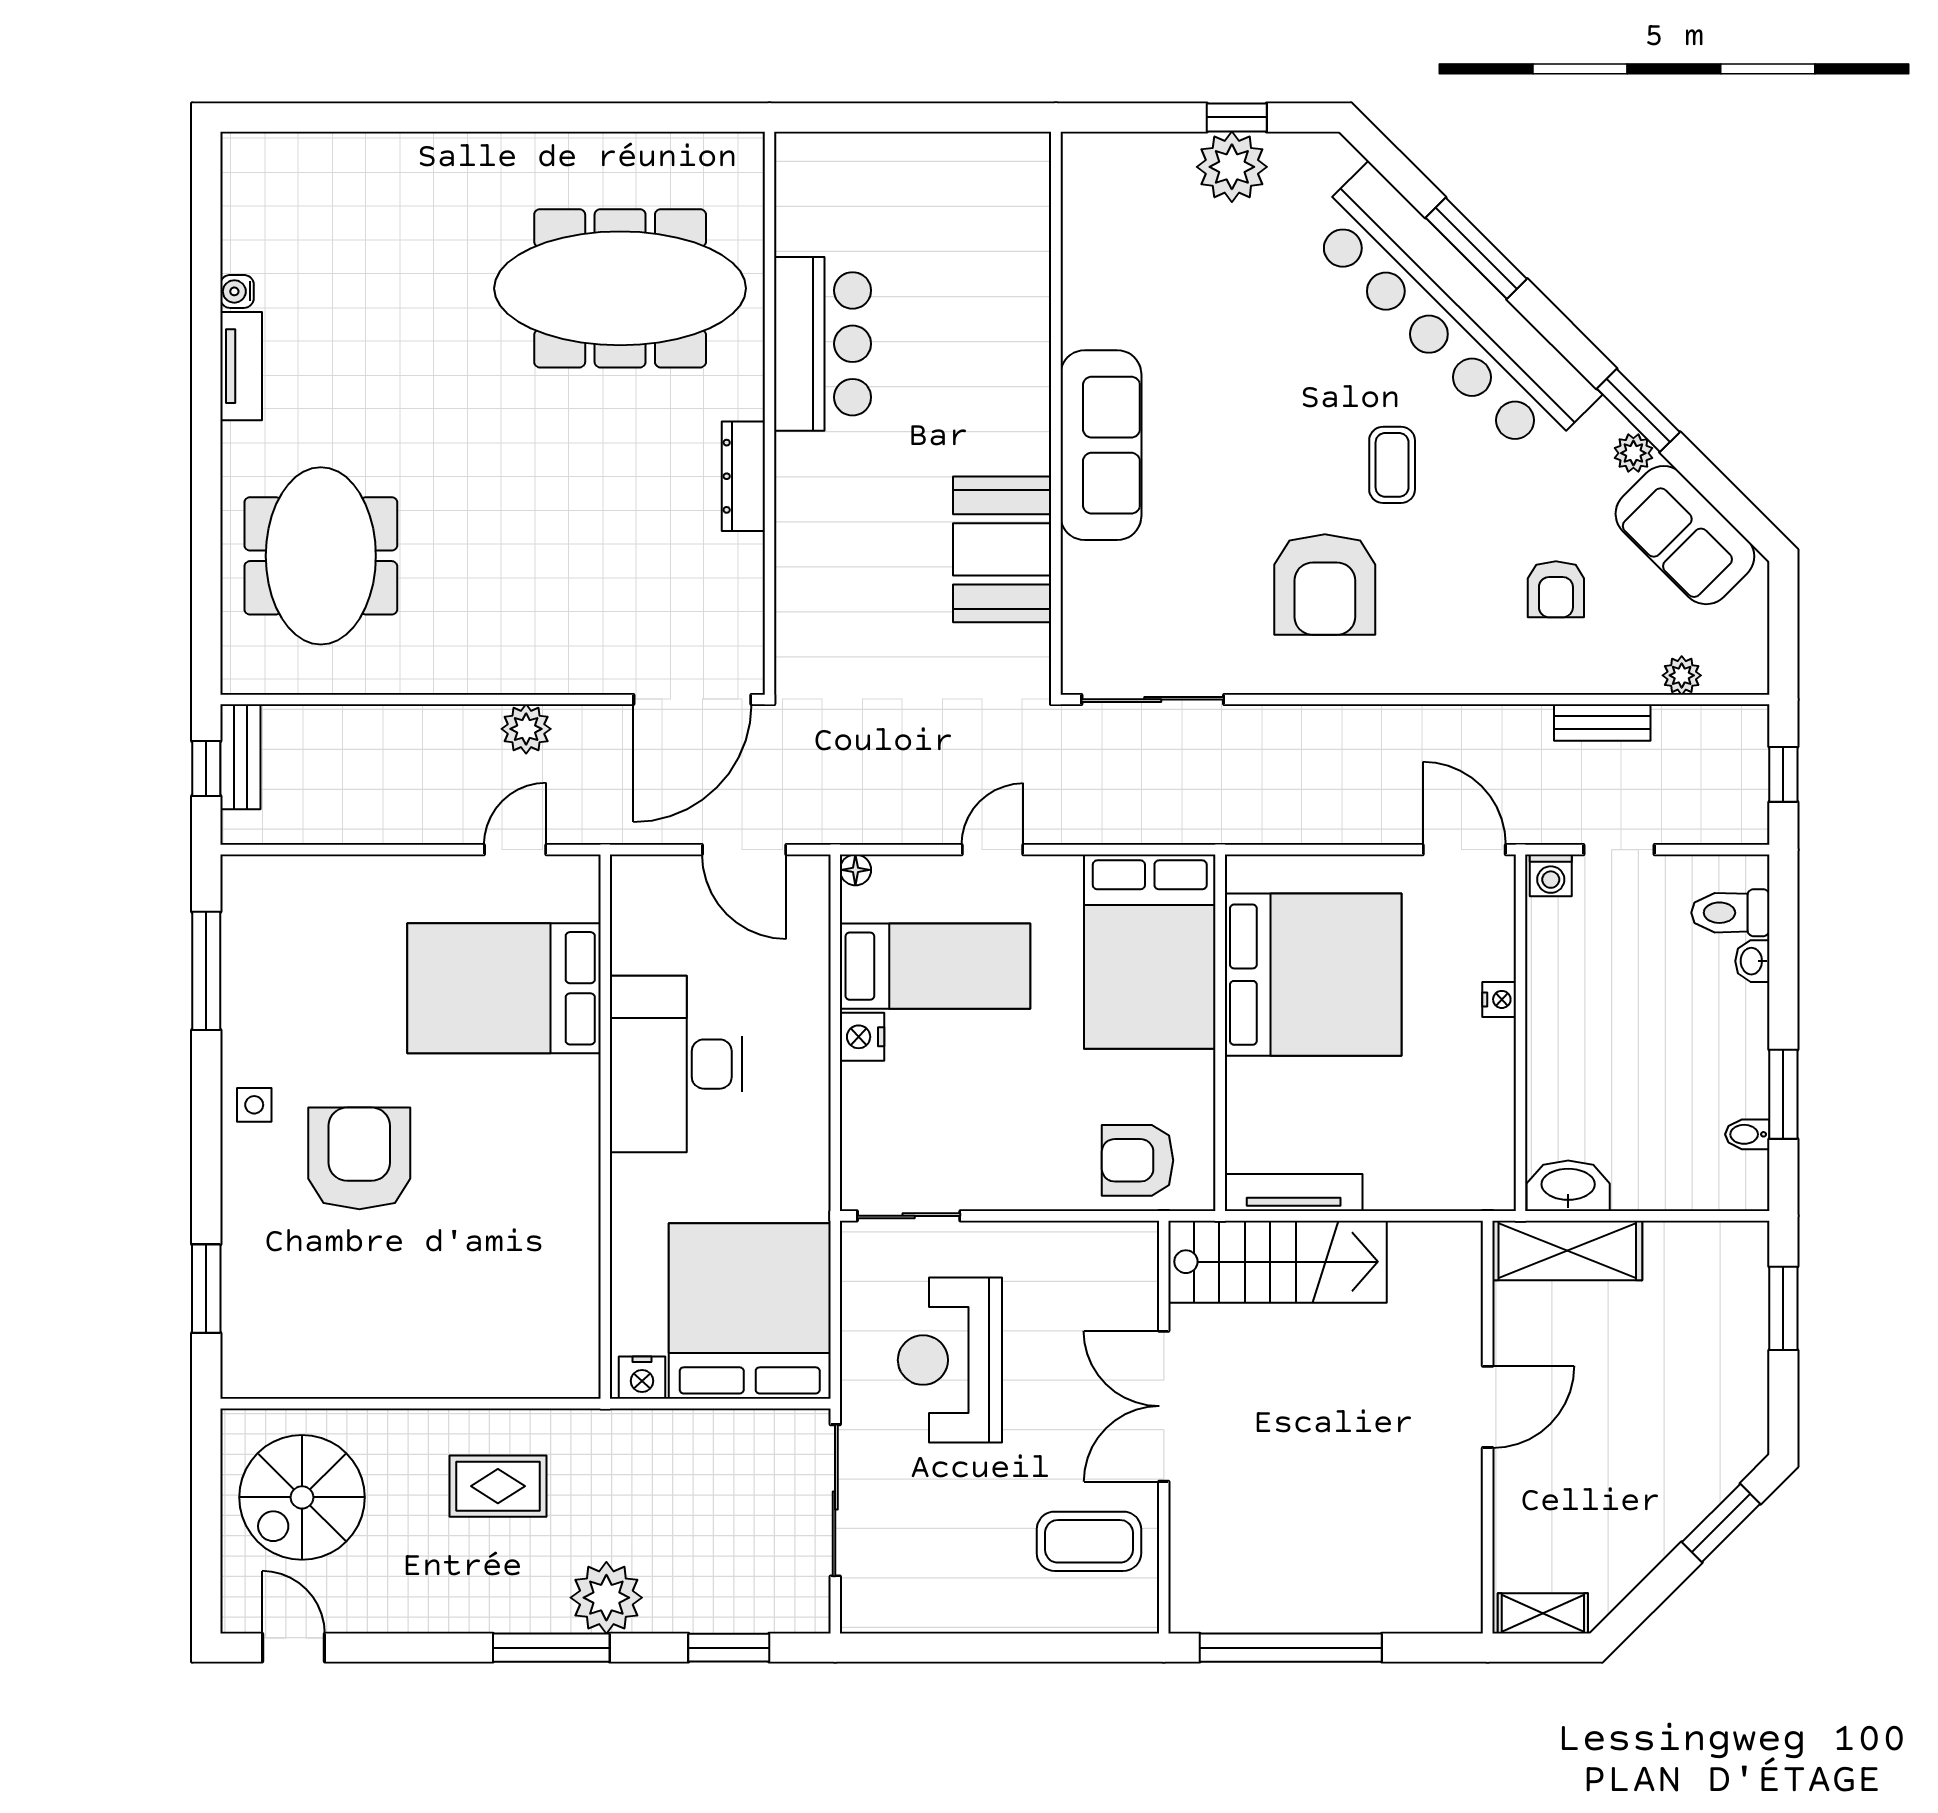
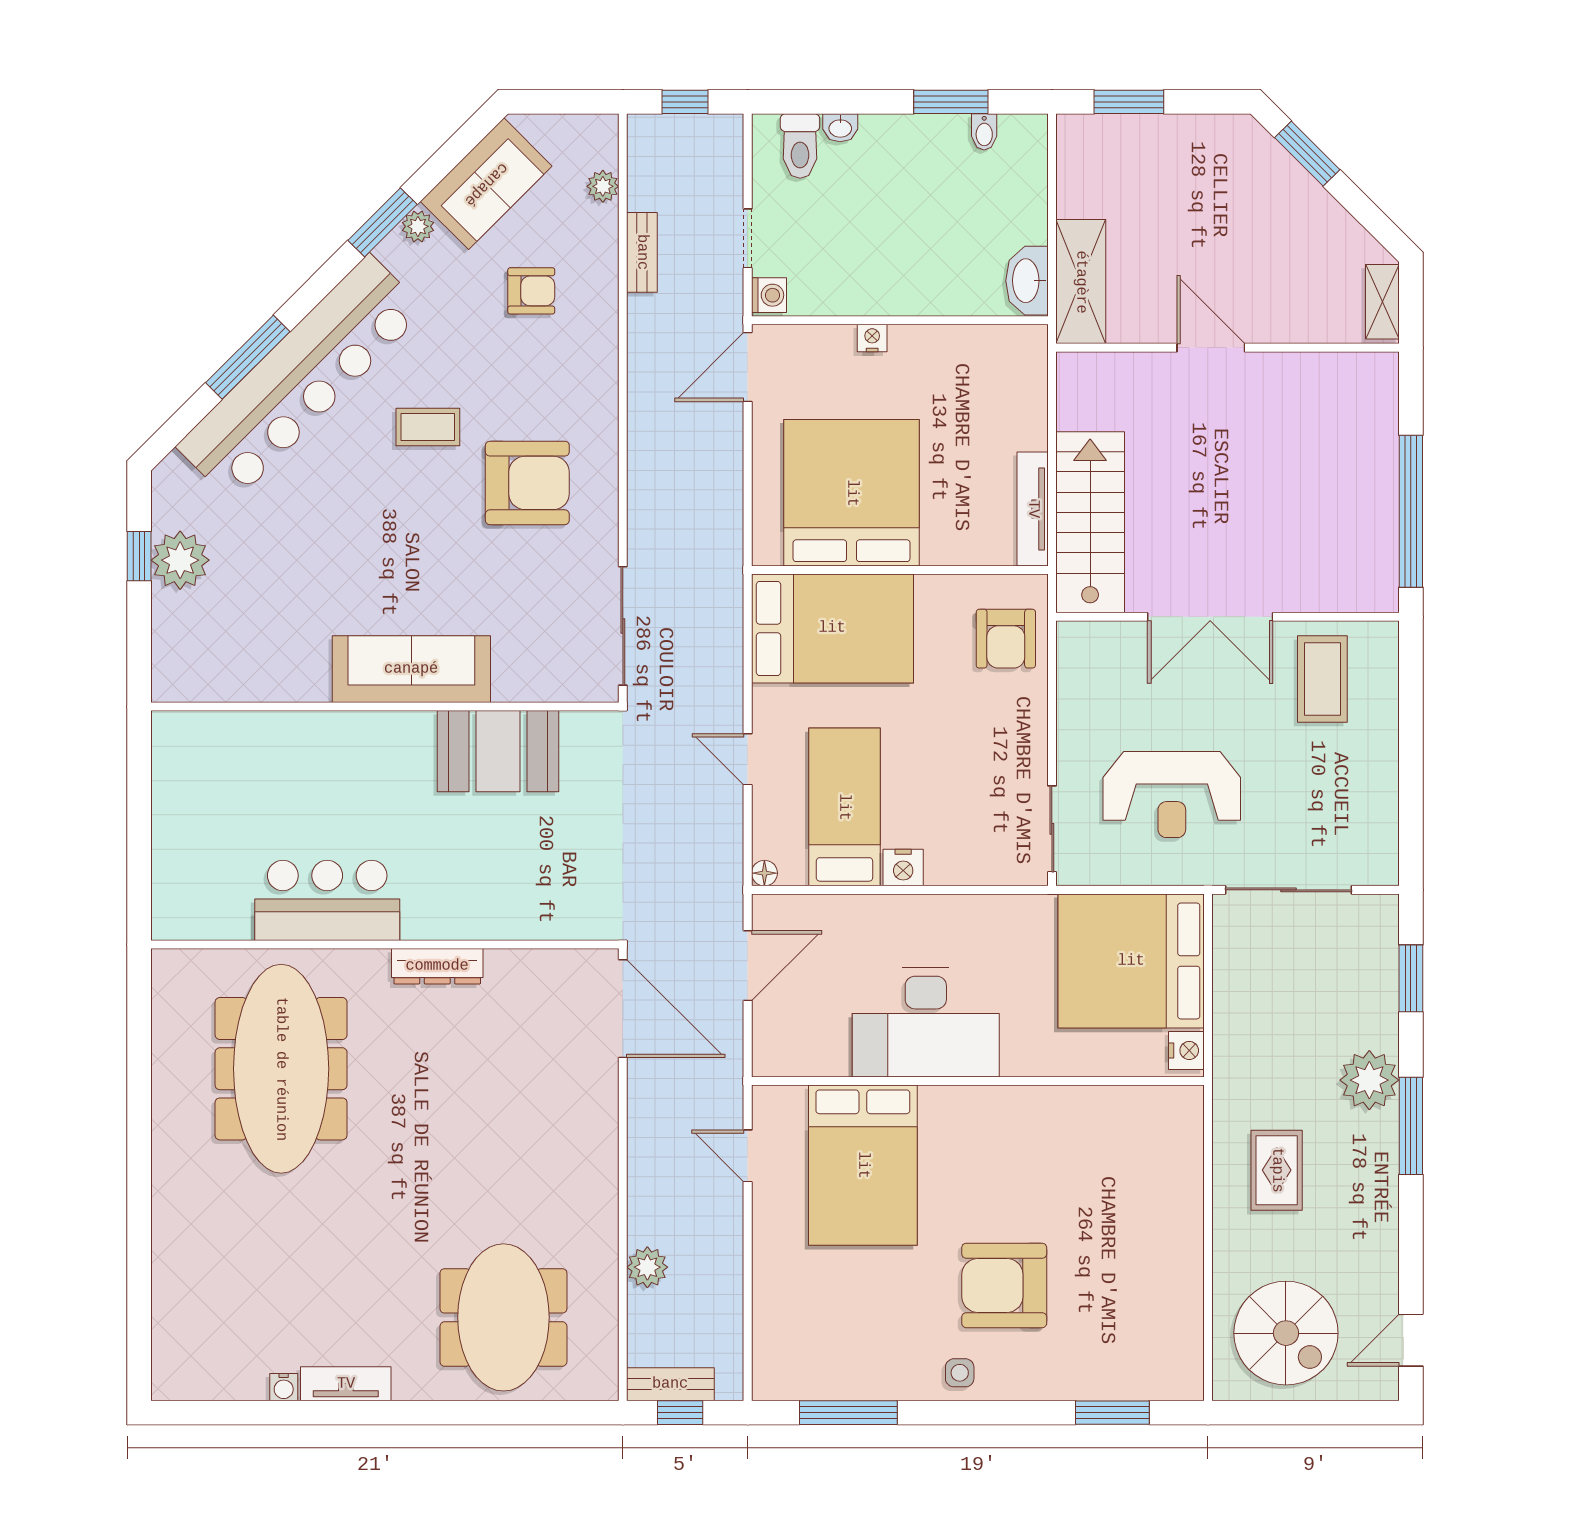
meeting table: (321, 556) -> (503, 1317), turned 90
plant: (526, 729) -> (647, 1267), moved

